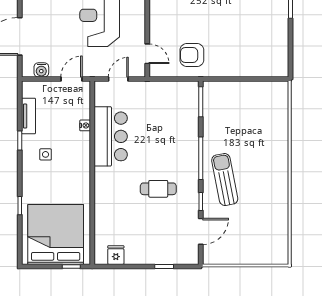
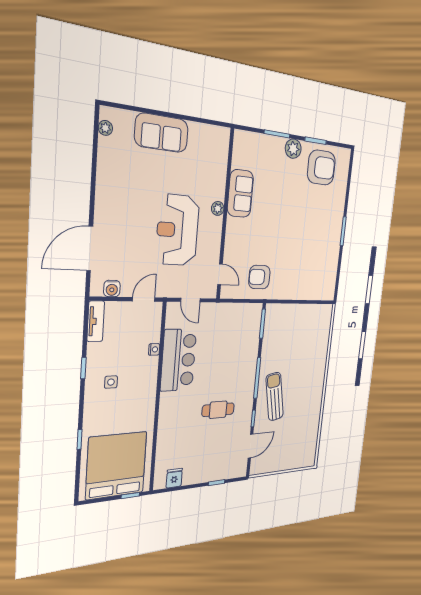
door: (118, 79) -> (190, 300), swing flipped
tv unit: (28, 116) -> (96, 321), moved

